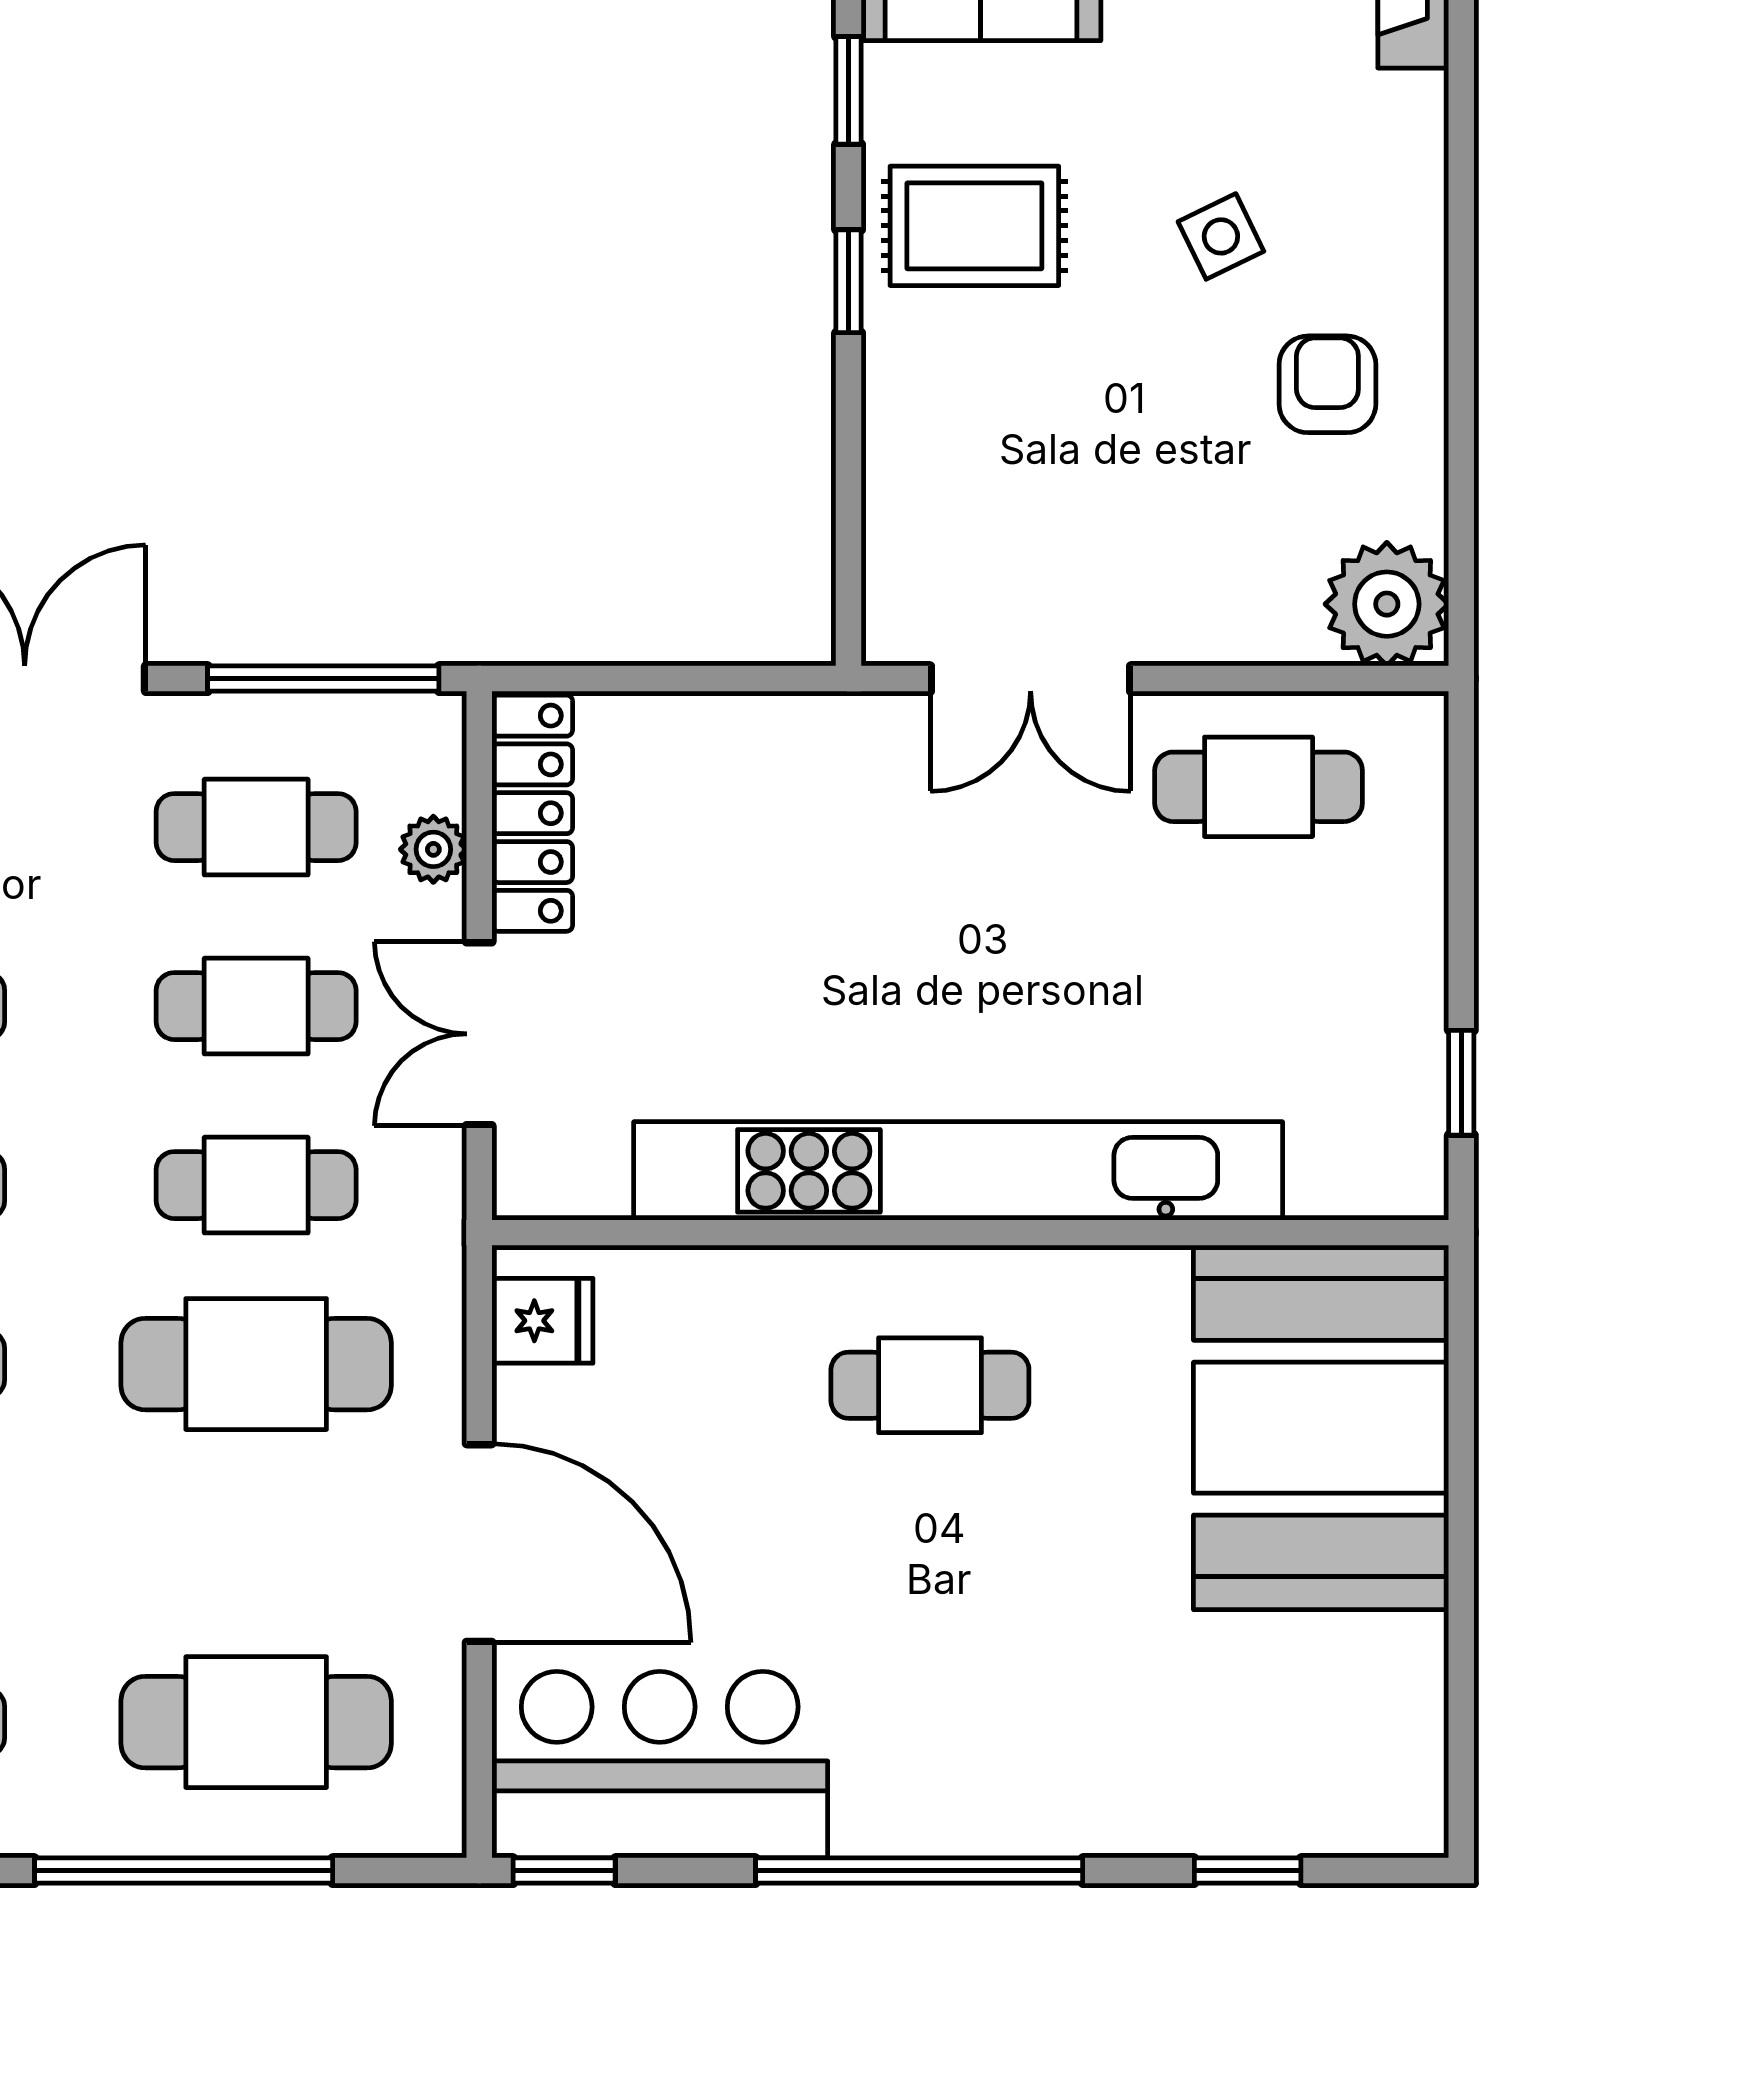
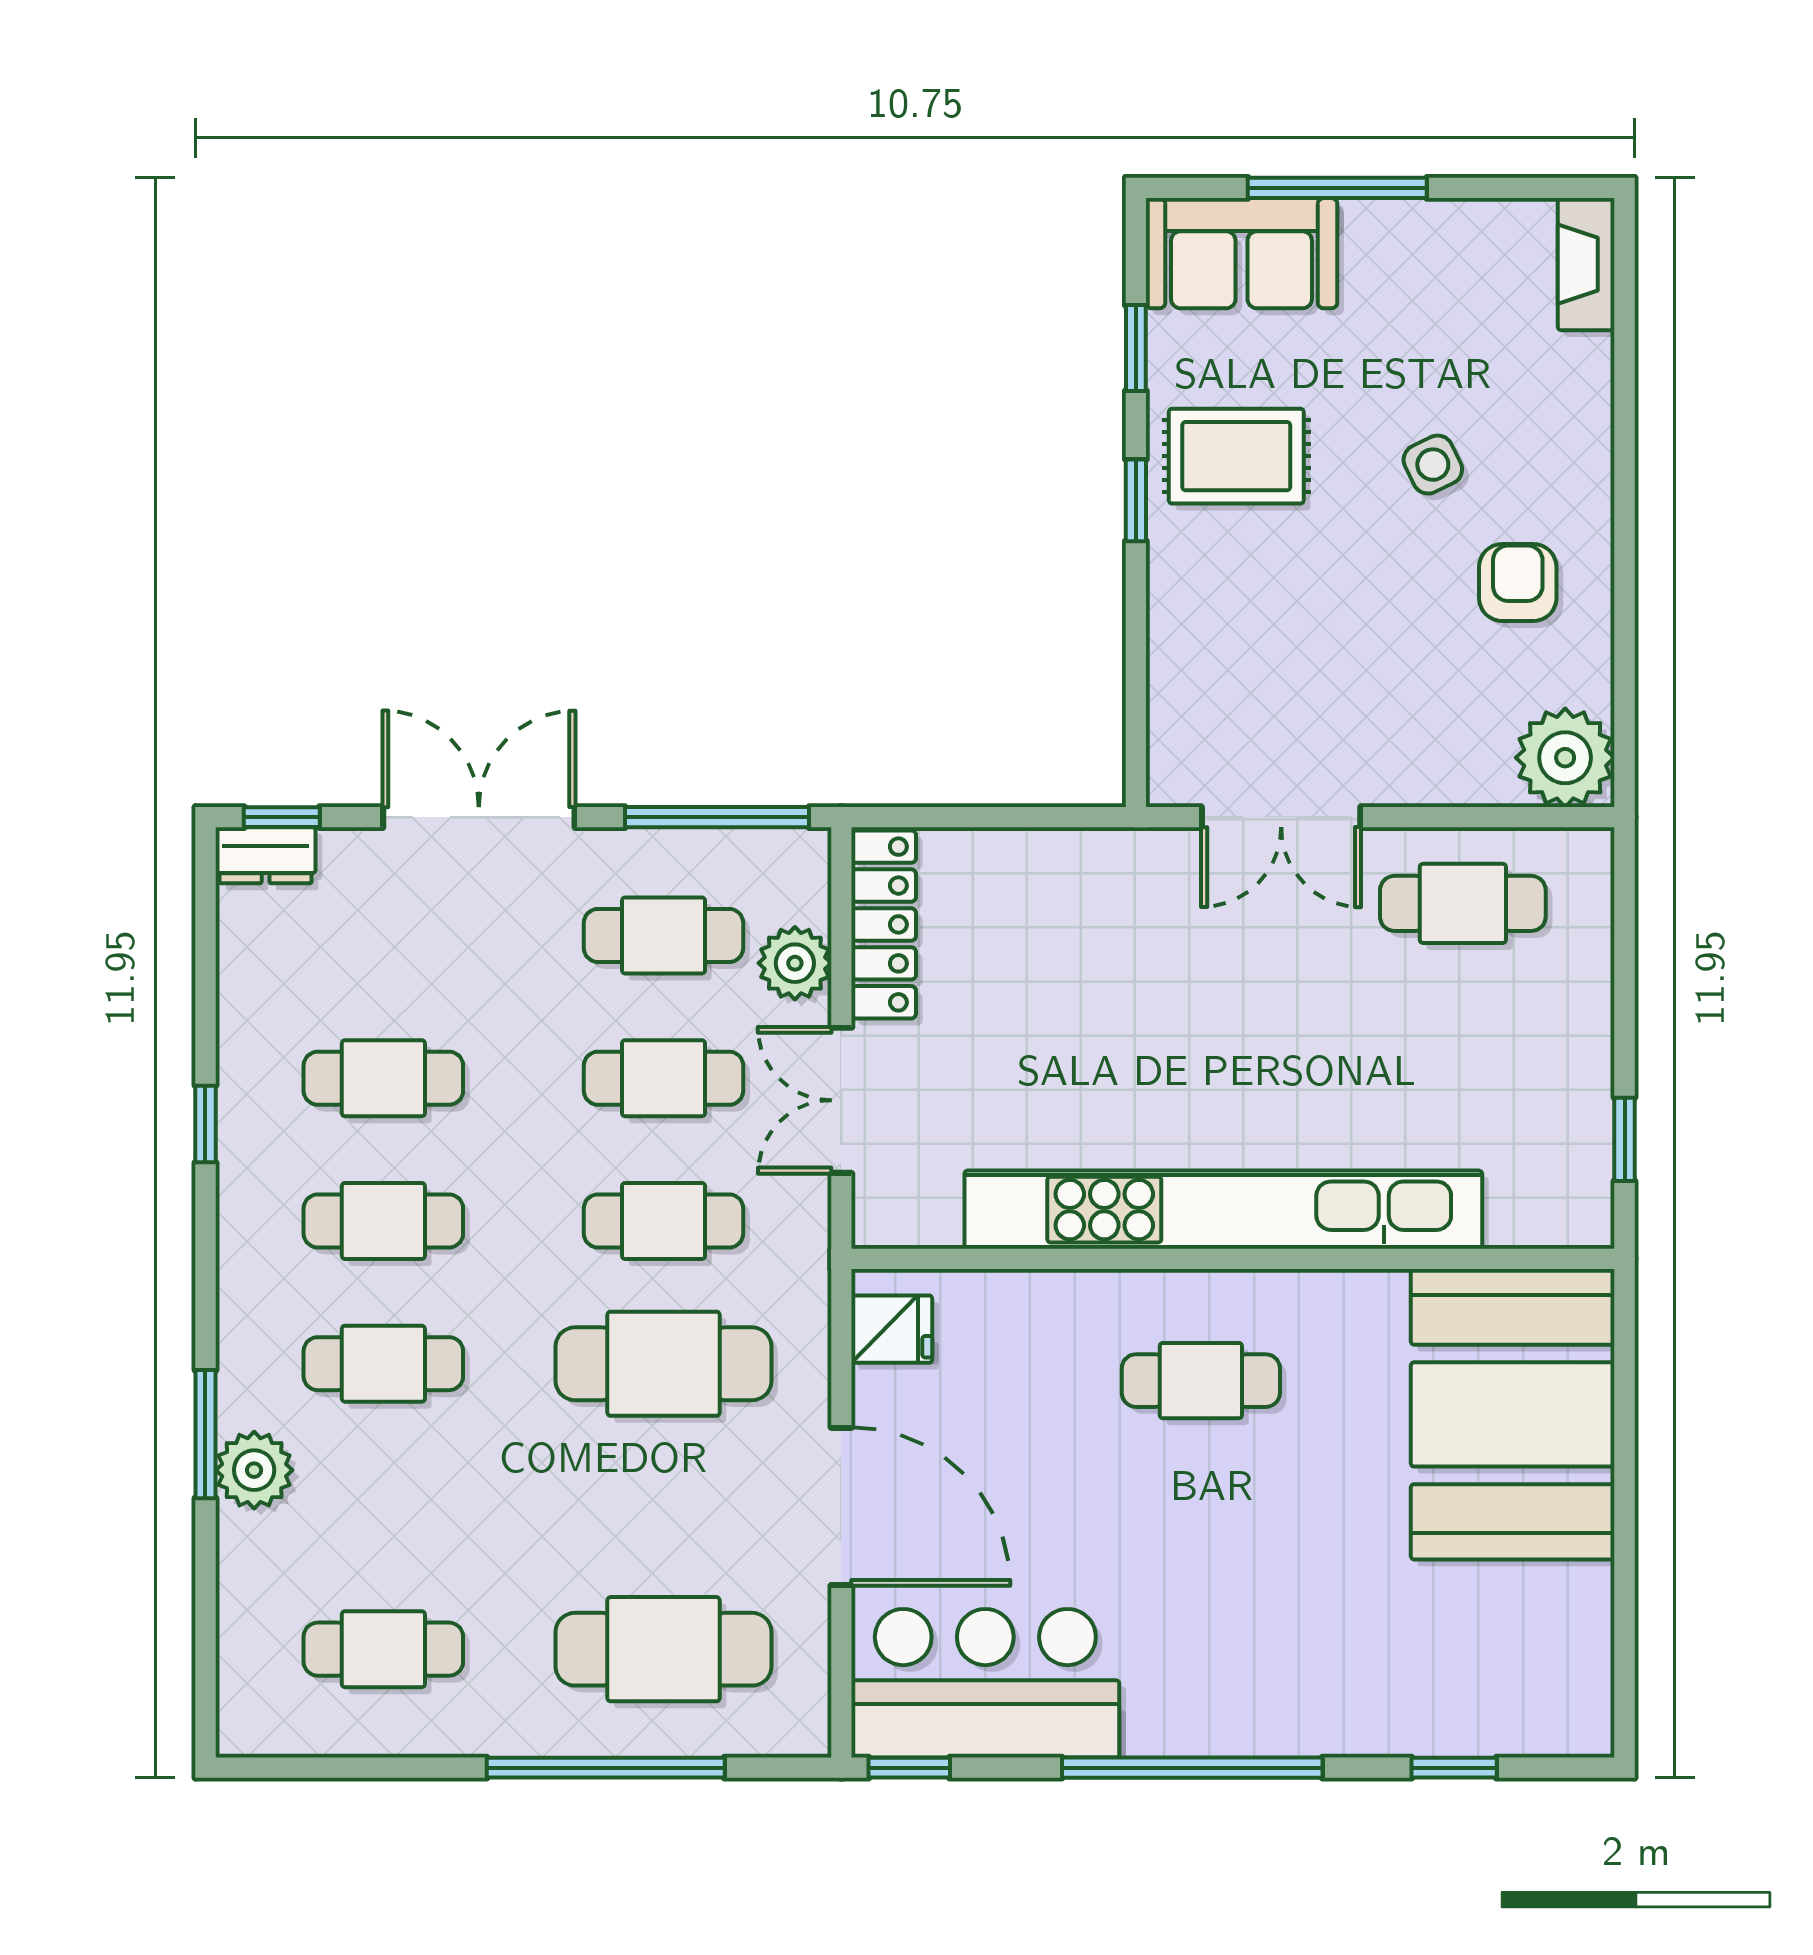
plant: (433, 849) -> (795, 963), width x1.38, depth x1.38

